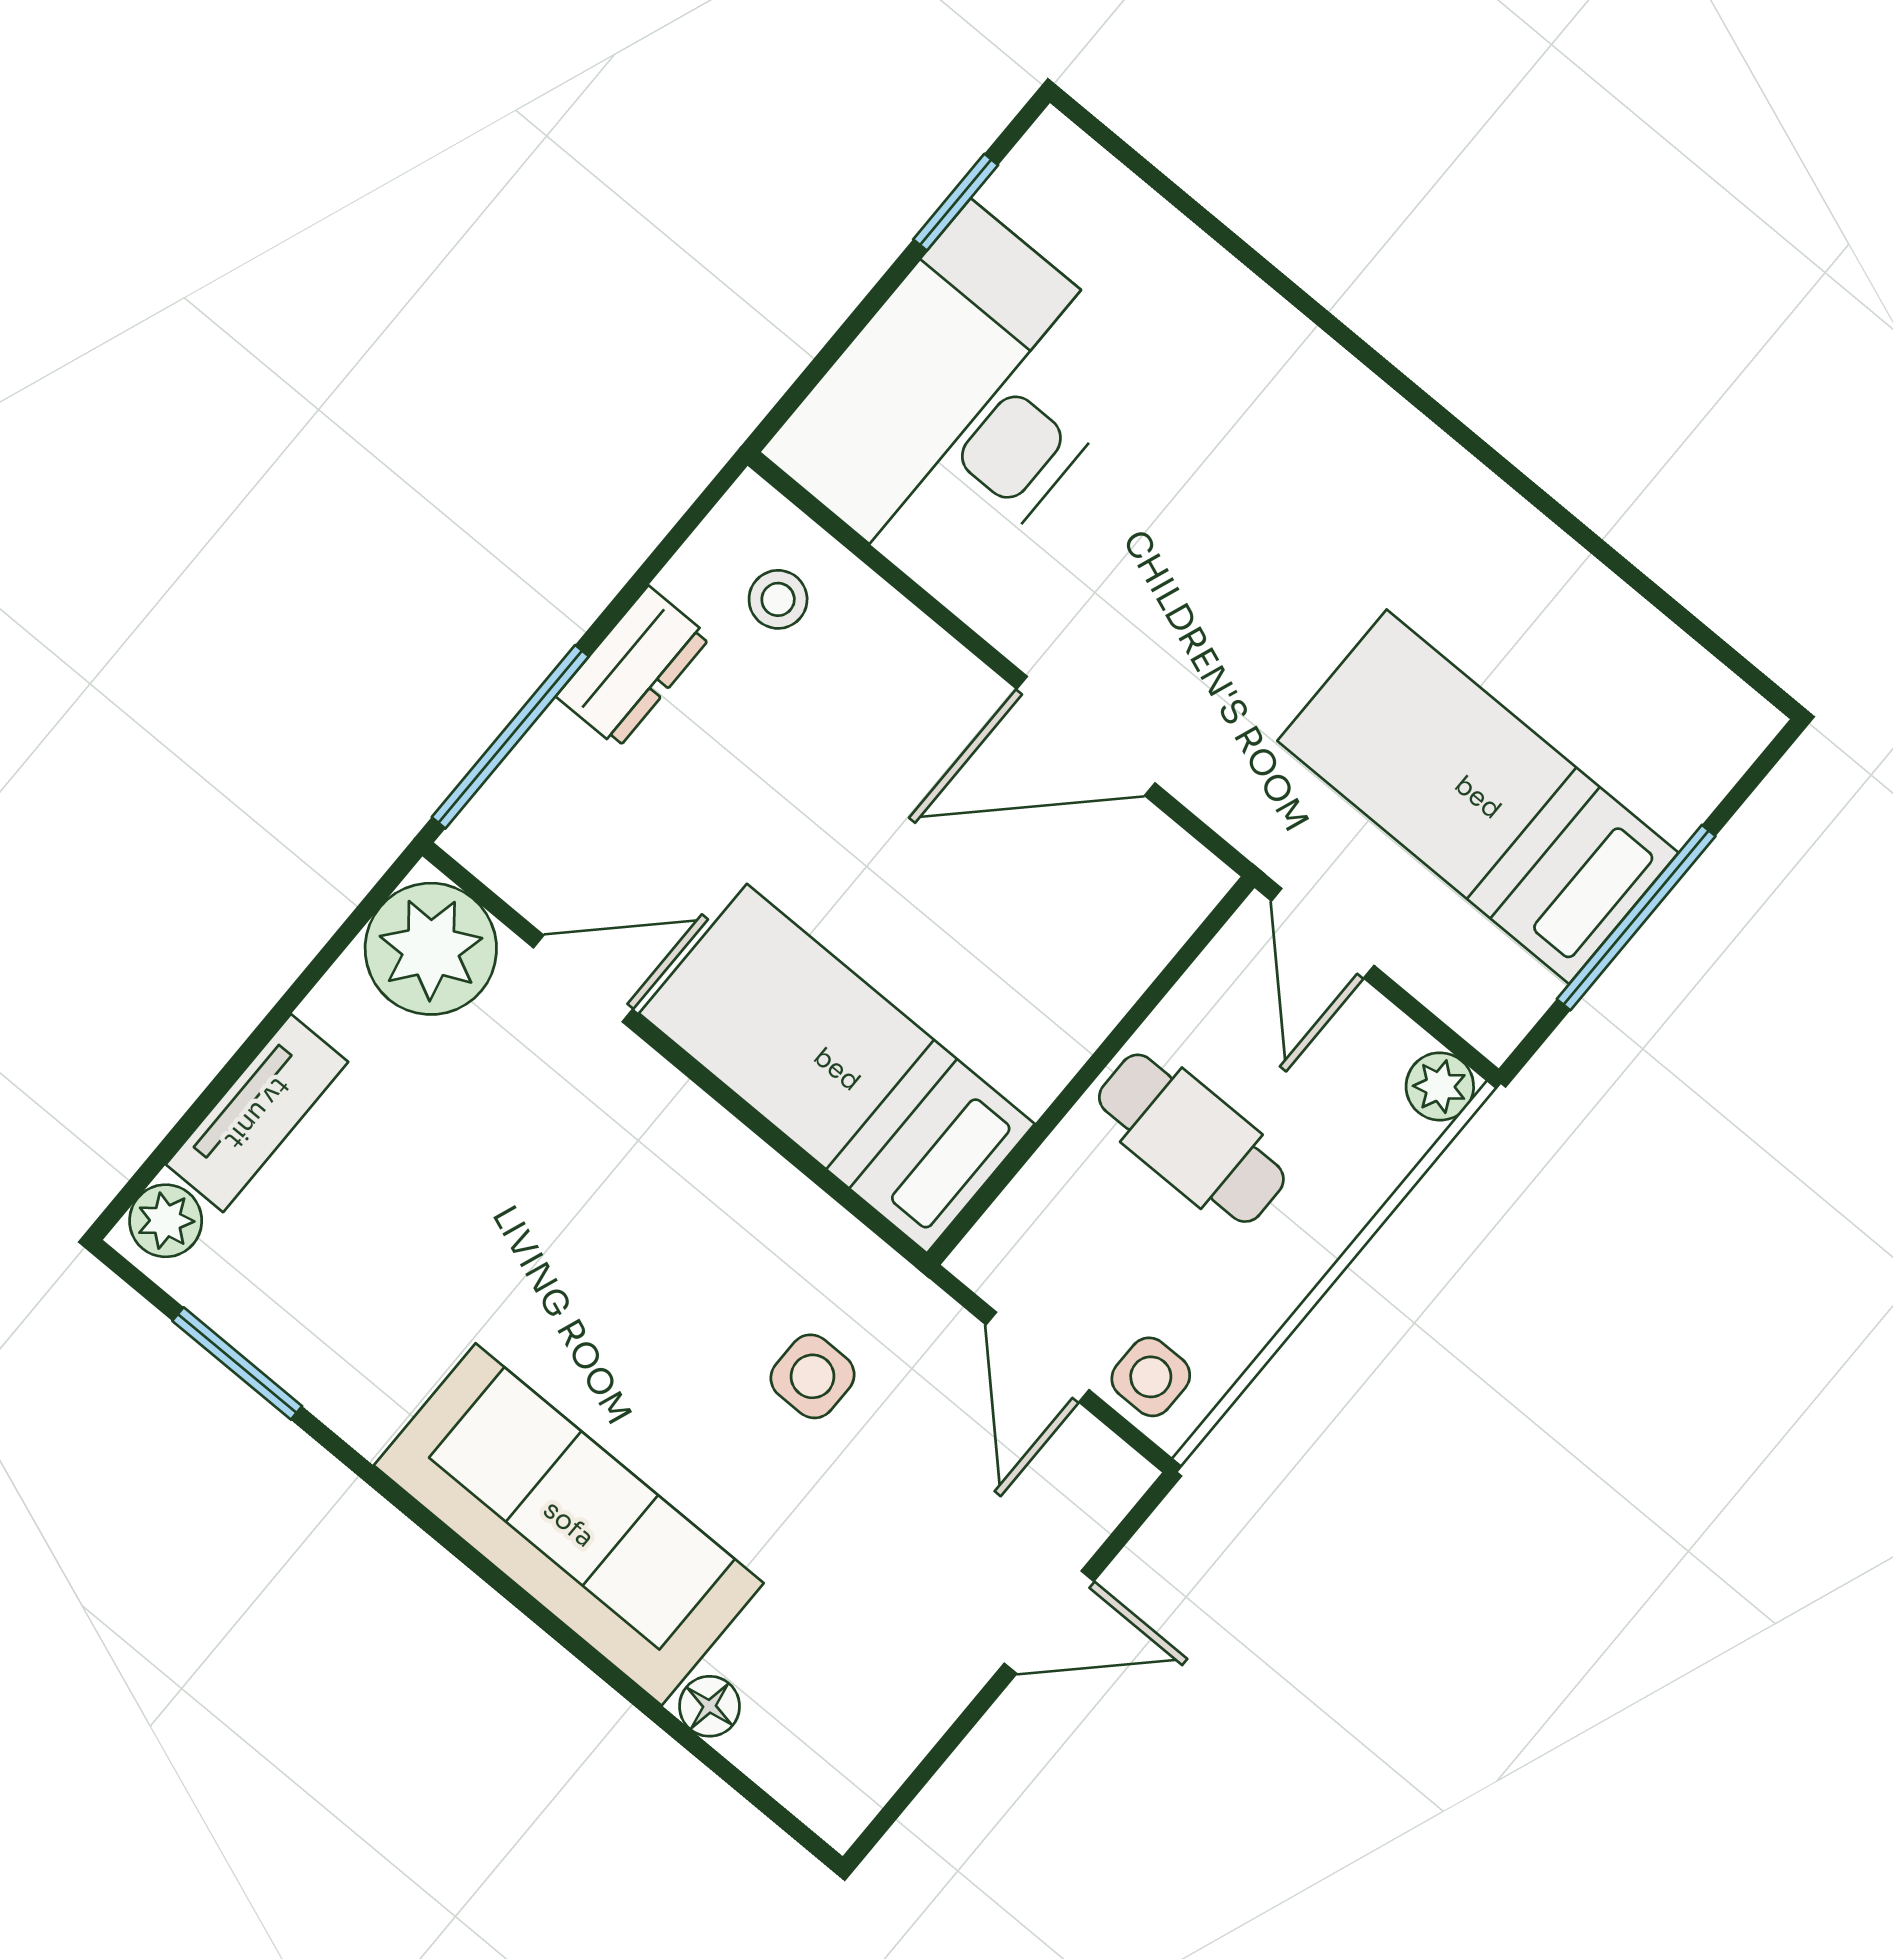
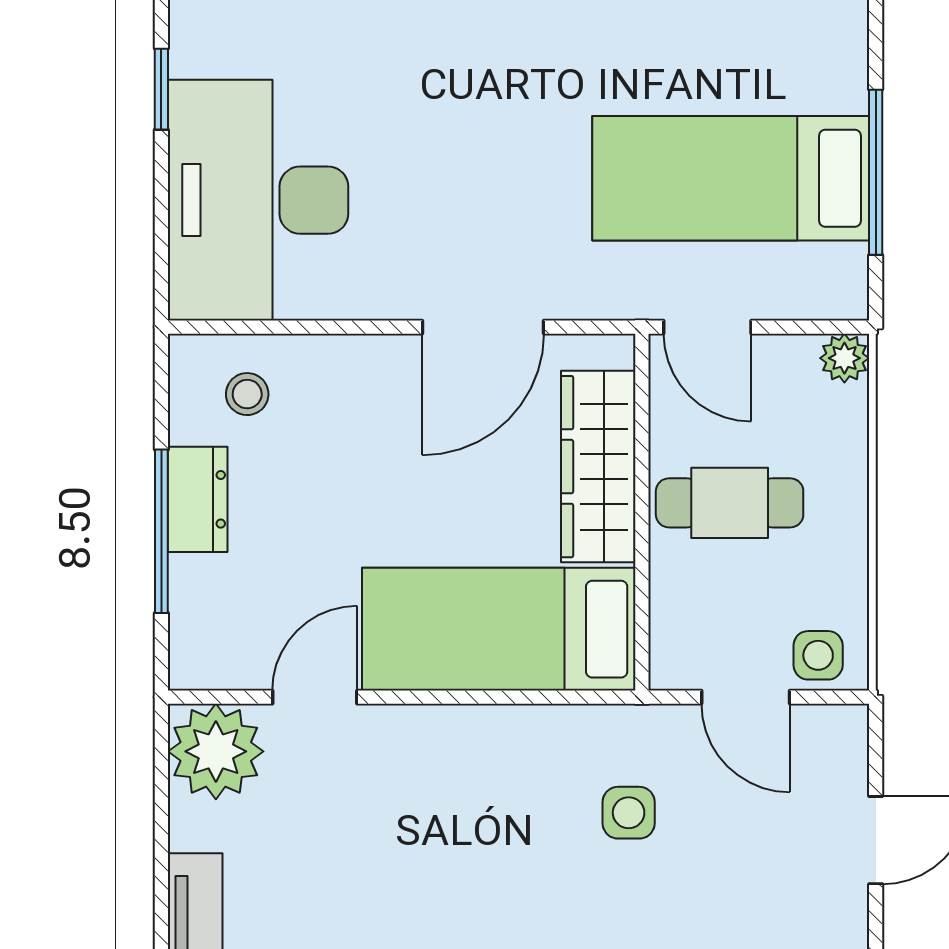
window: (510, 737) -> (161, 531), moved
wardrobe: (1085, 984) -> (598, 467), added

